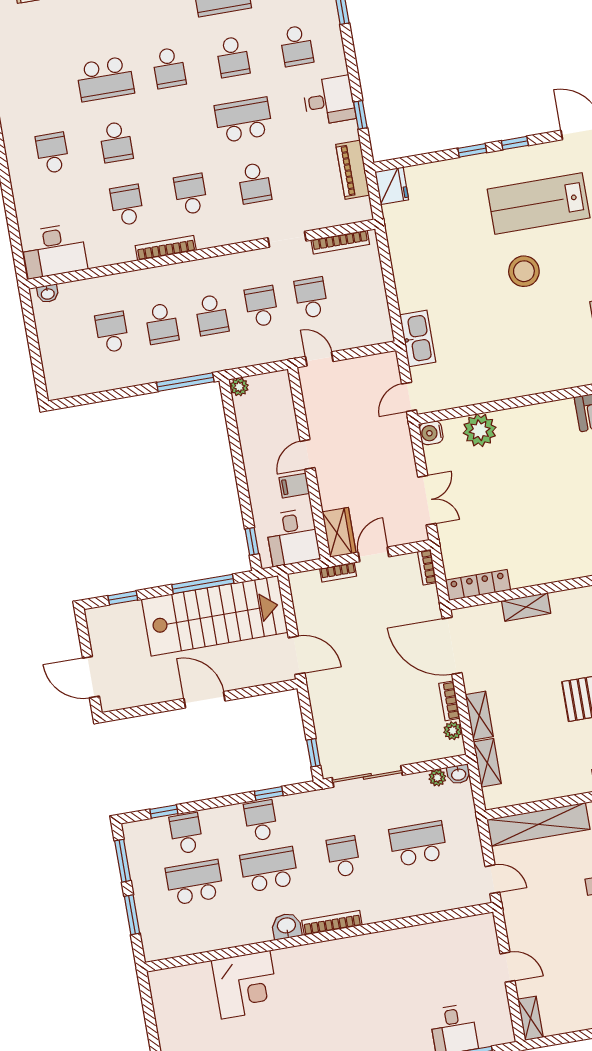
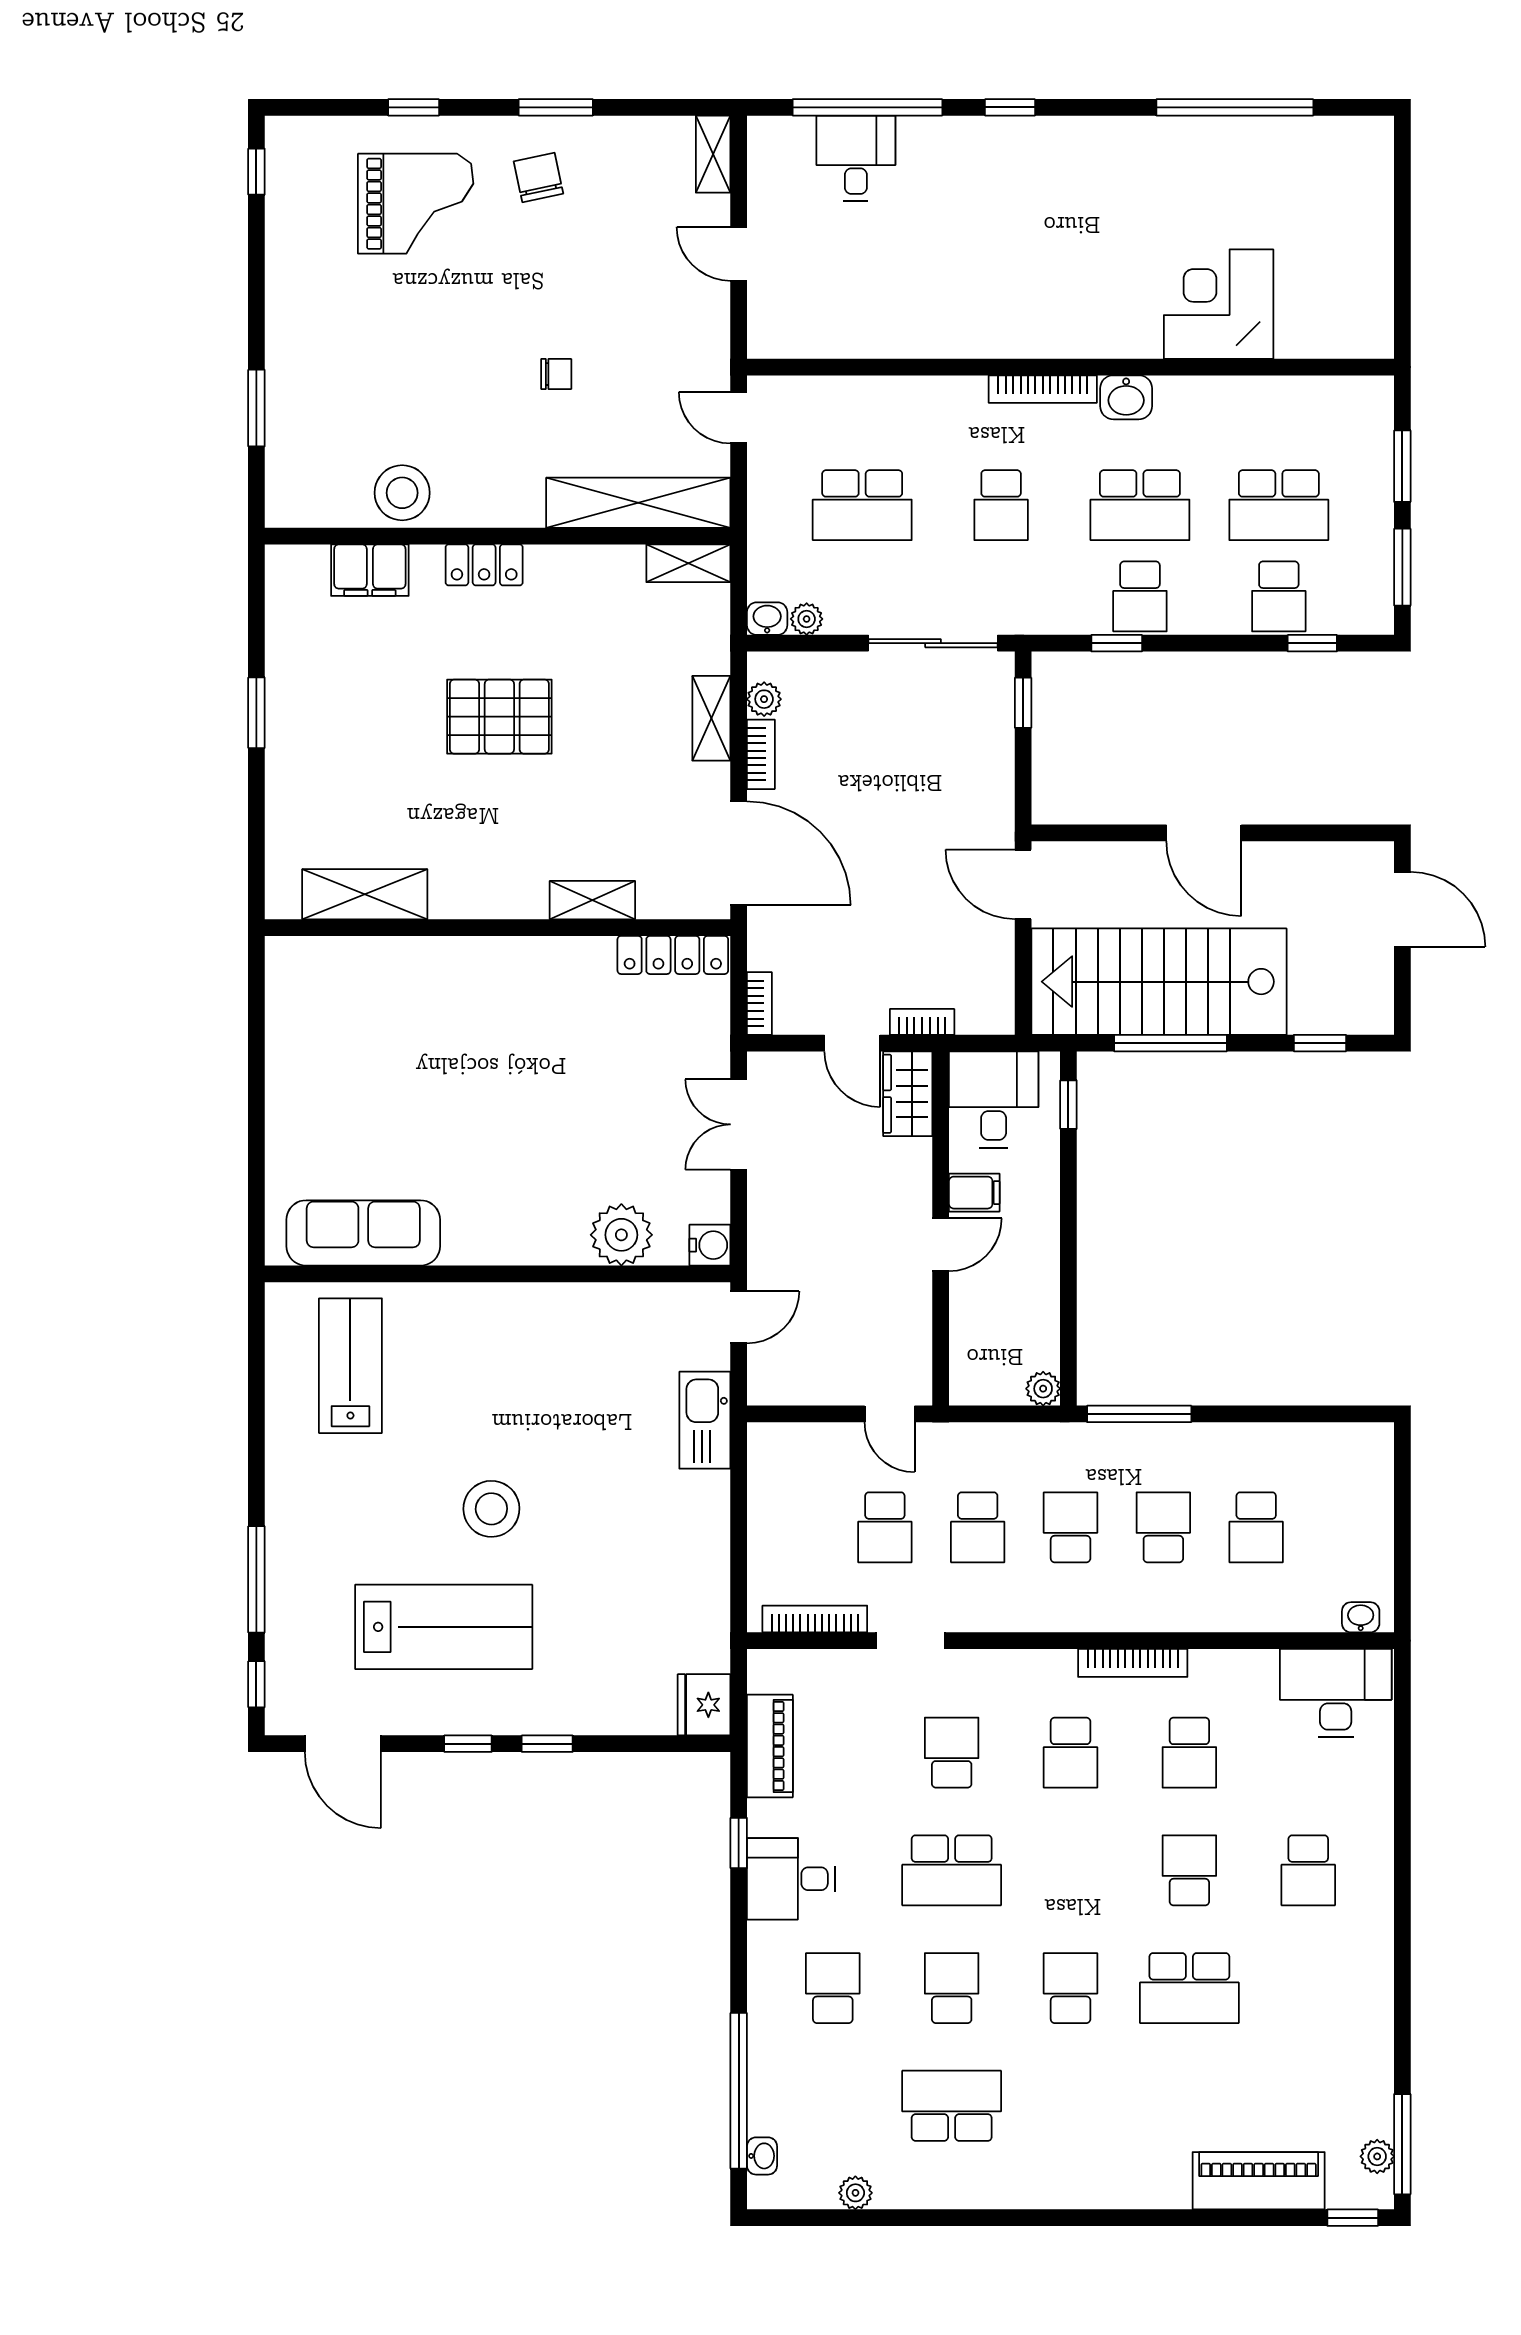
school desk: (105, 79) -> (1189, 1988), turned 180
door: (374, 554) -> (852, 1043), hinge flipped
shelving: (487, 763) -> (688, 563), moved, turned 90

